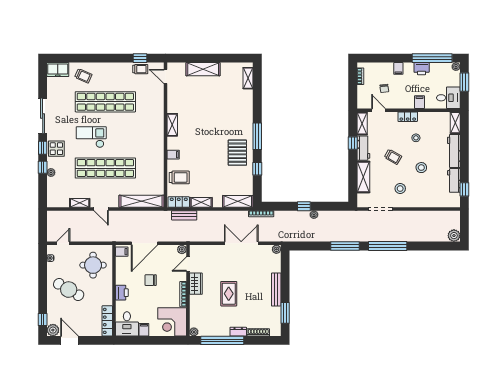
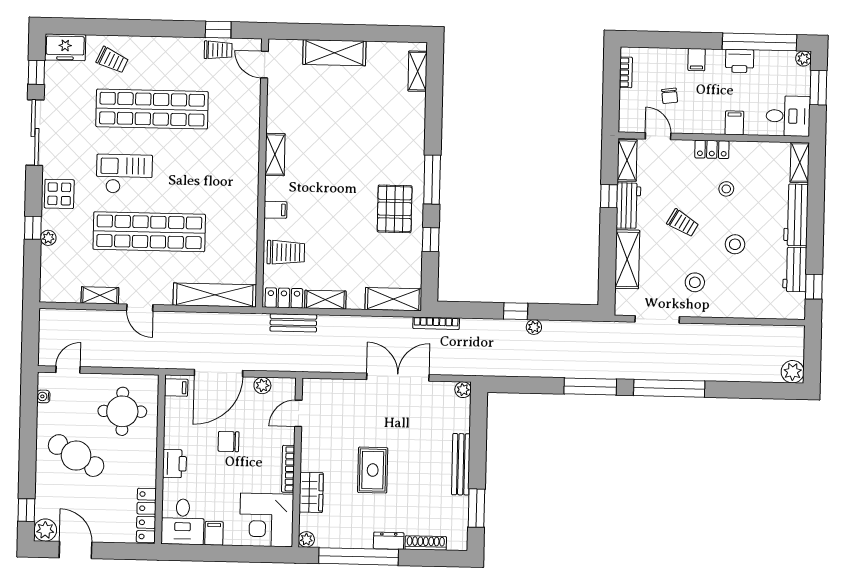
window: (43, 148) -> (36, 72), moved
plant: (182, 249) -> (262, 385), moved
wardrobe: (196, 284) -> (311, 492), moved

